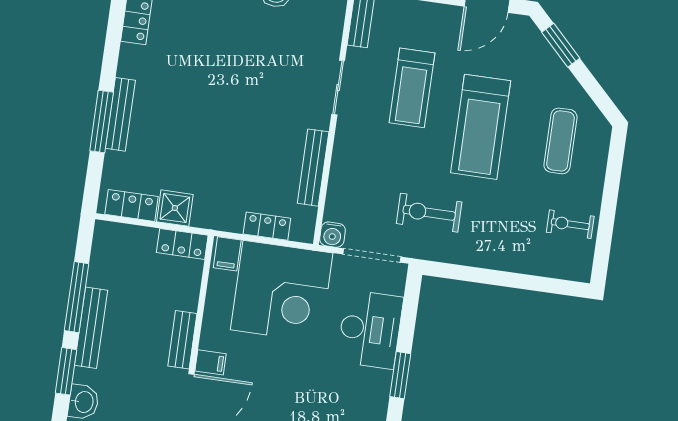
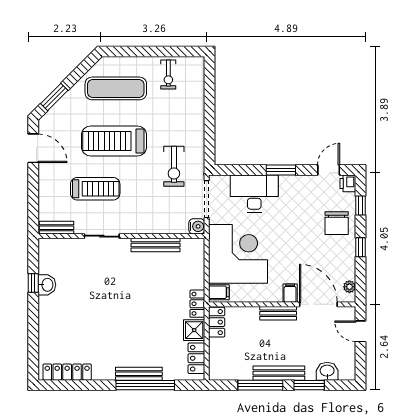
window: (102, 122) -> (145, 385), width x1.46
treadmill: (481, 127) -> (114, 141), turned 180
exercise mat: (560, 141) -> (116, 88), width x1.36, depth x1.45
locker: (267, 226) -> (197, 304), moved

